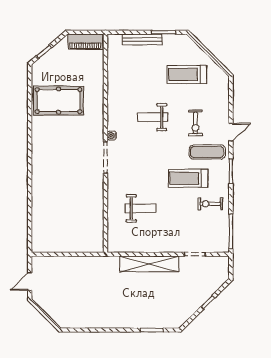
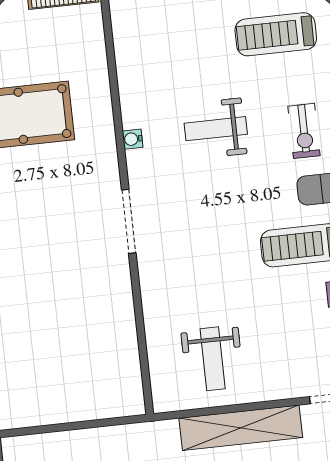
water cooler: (112, 135) -> (133, 139), moved
weight bench: (141, 208) -> (213, 359), moved, turned 90

